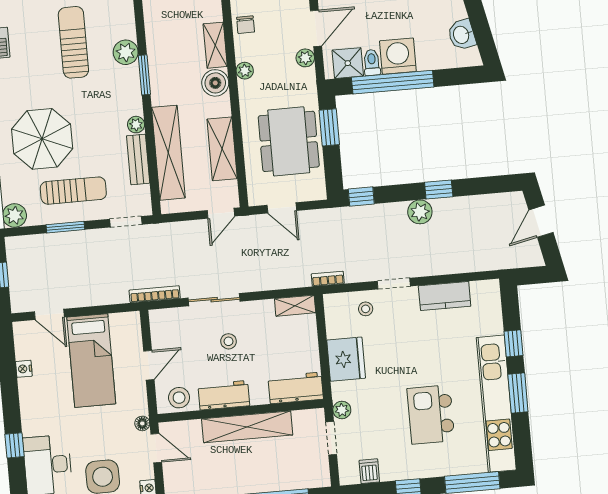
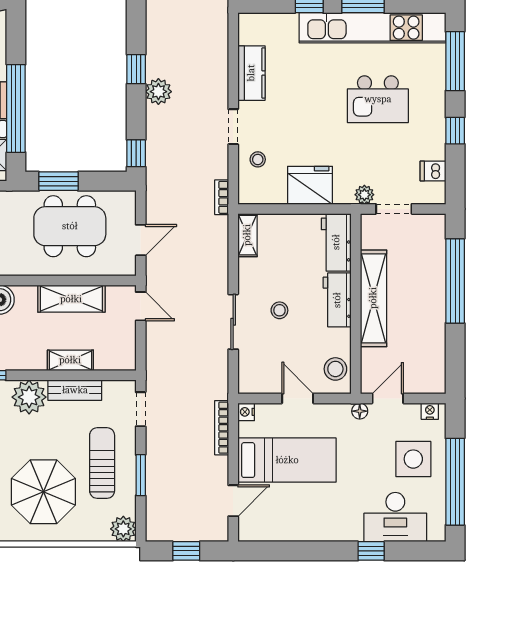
plant: (136, 125) -> (29, 397), width x1.87, depth x1.87
shelving: (168, 153) -> (70, 360), width x0.45, depth x0.75
bookcase: (155, 294) -> (222, 428), moved
nightstand: (24, 369) -> (246, 412), moved, turned 90
workbench: (224, 395) -> (337, 300), moved

